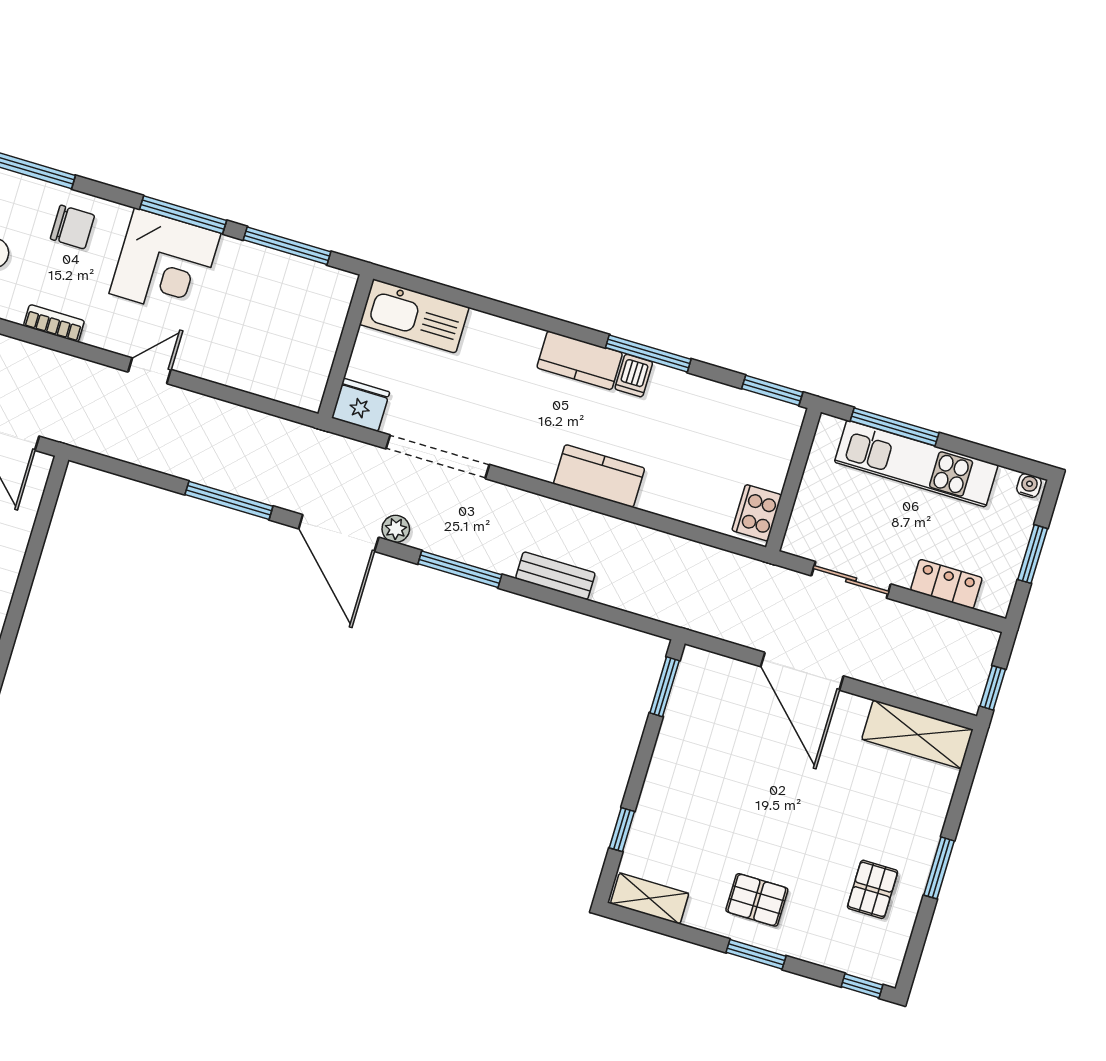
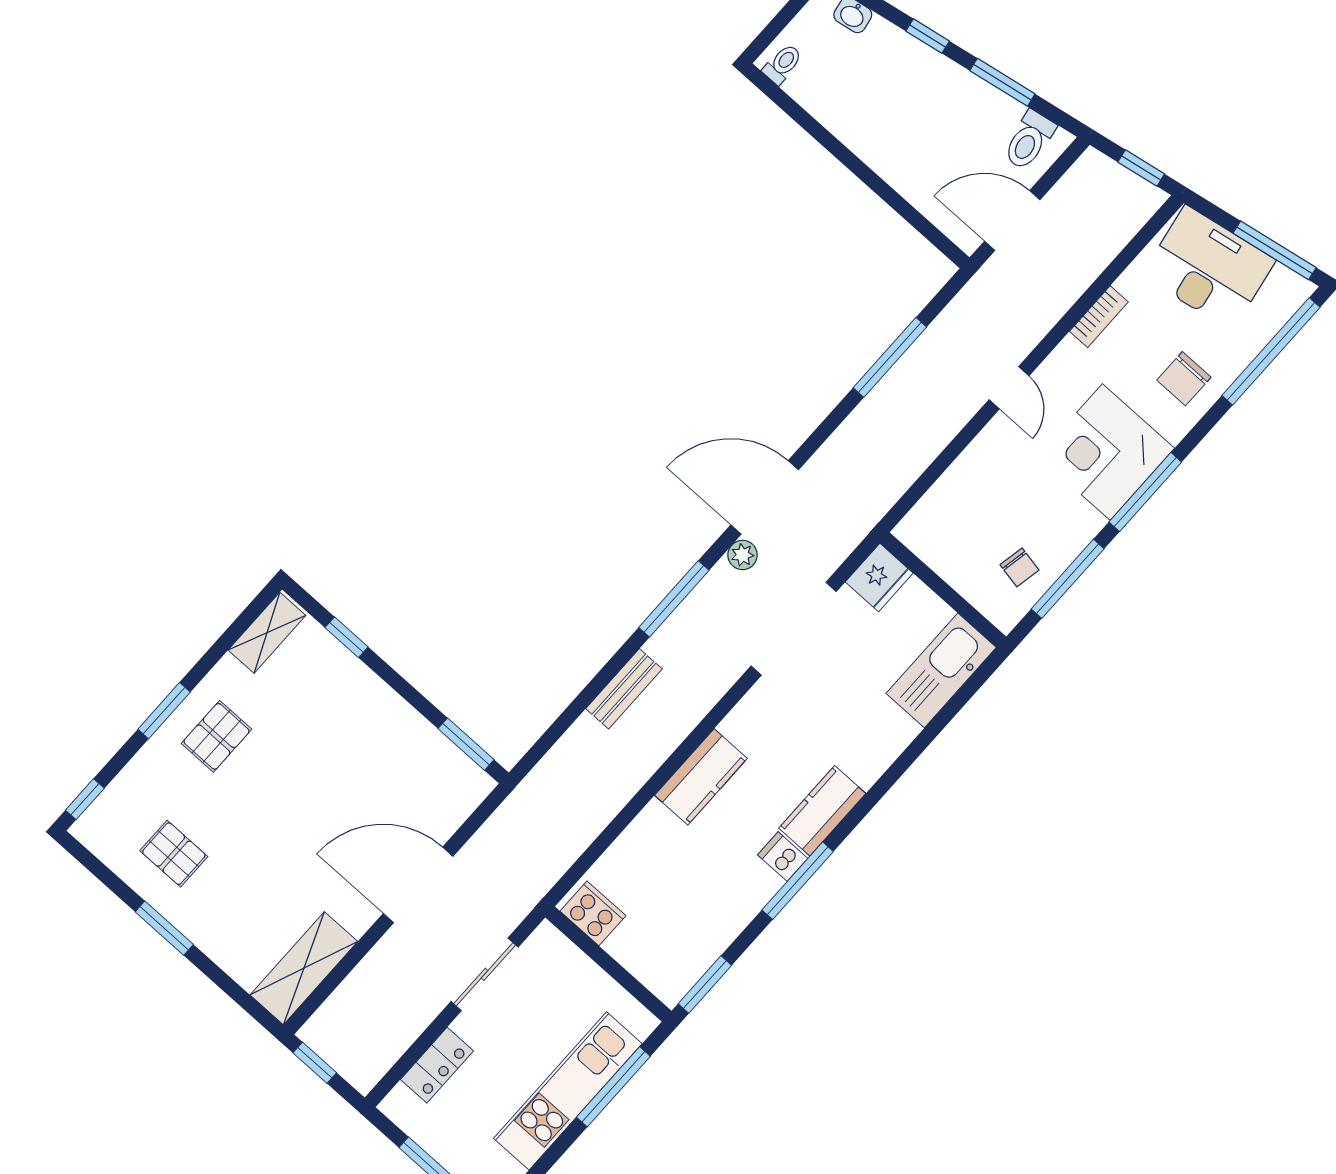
chair: (297, 291) -> (1019, 567), added
window: (229, 500) -> (890, 357), moved

